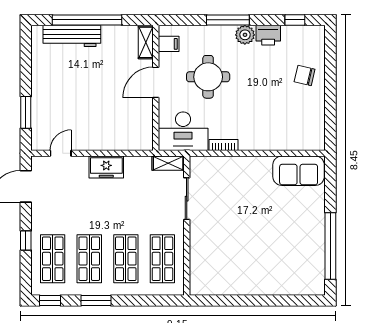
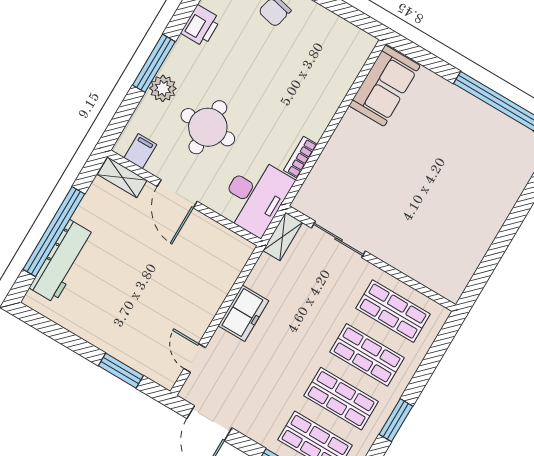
plant: (245, 35) -> (163, 88), moved

